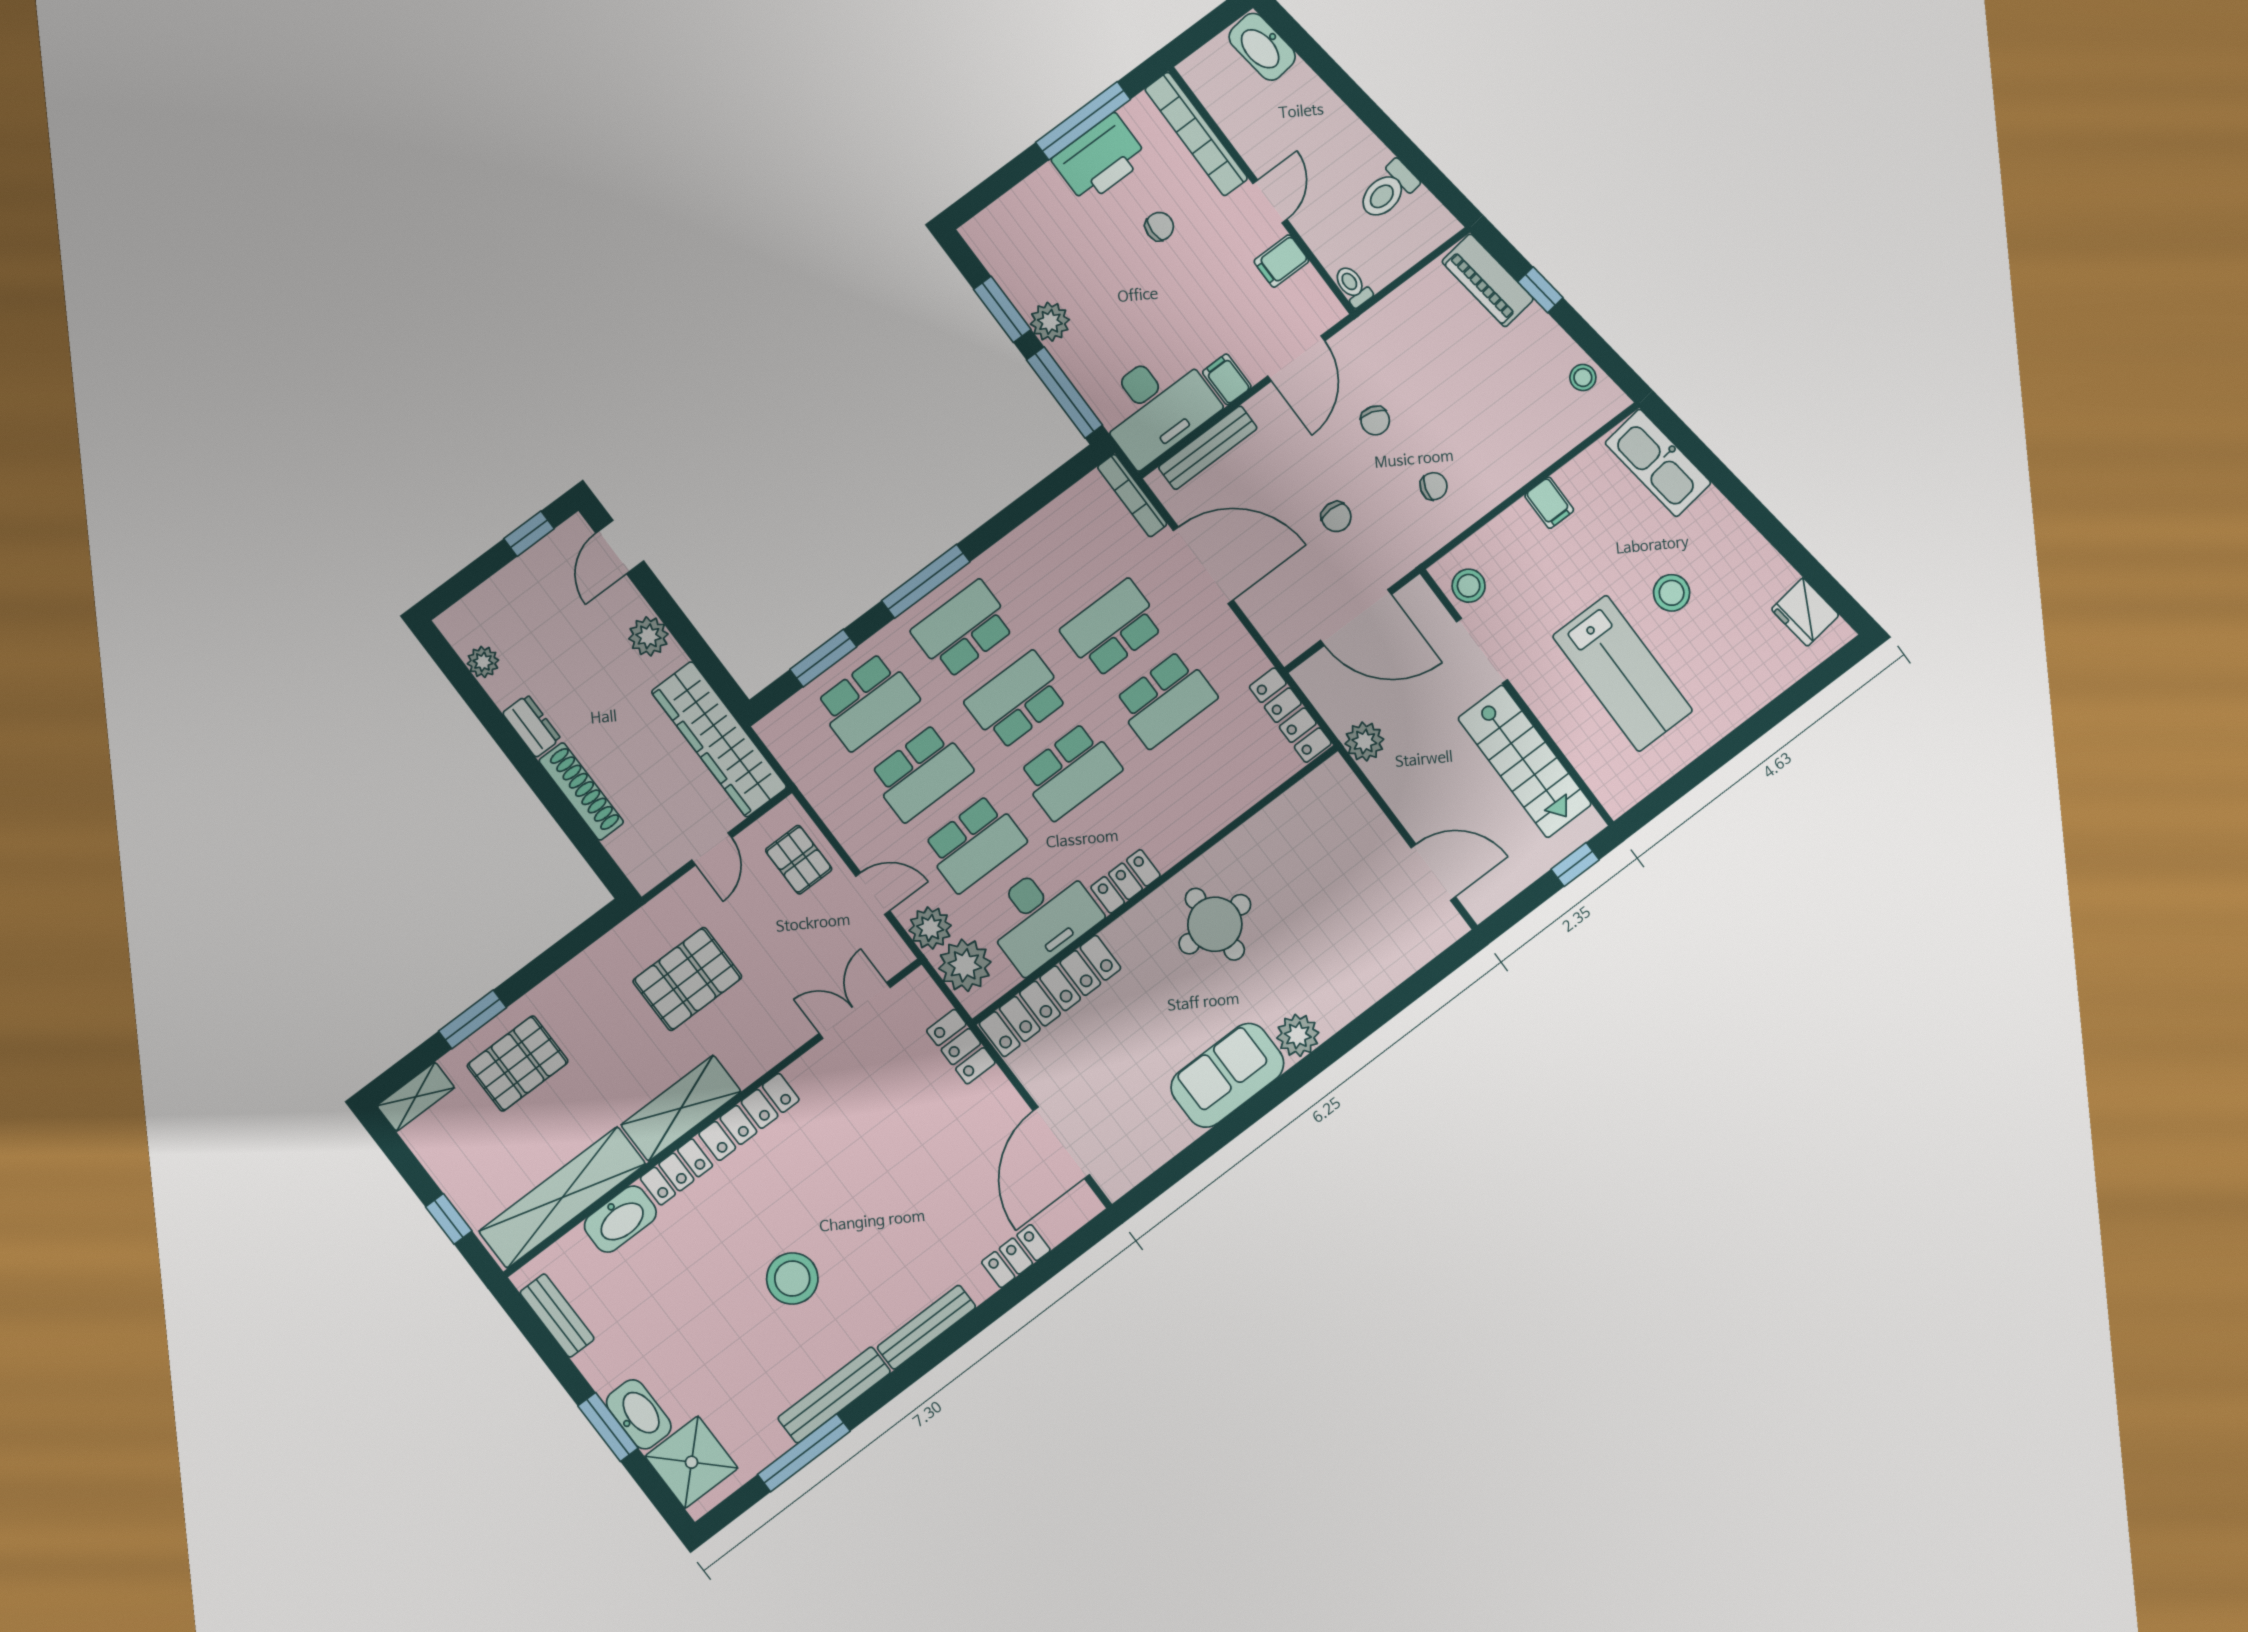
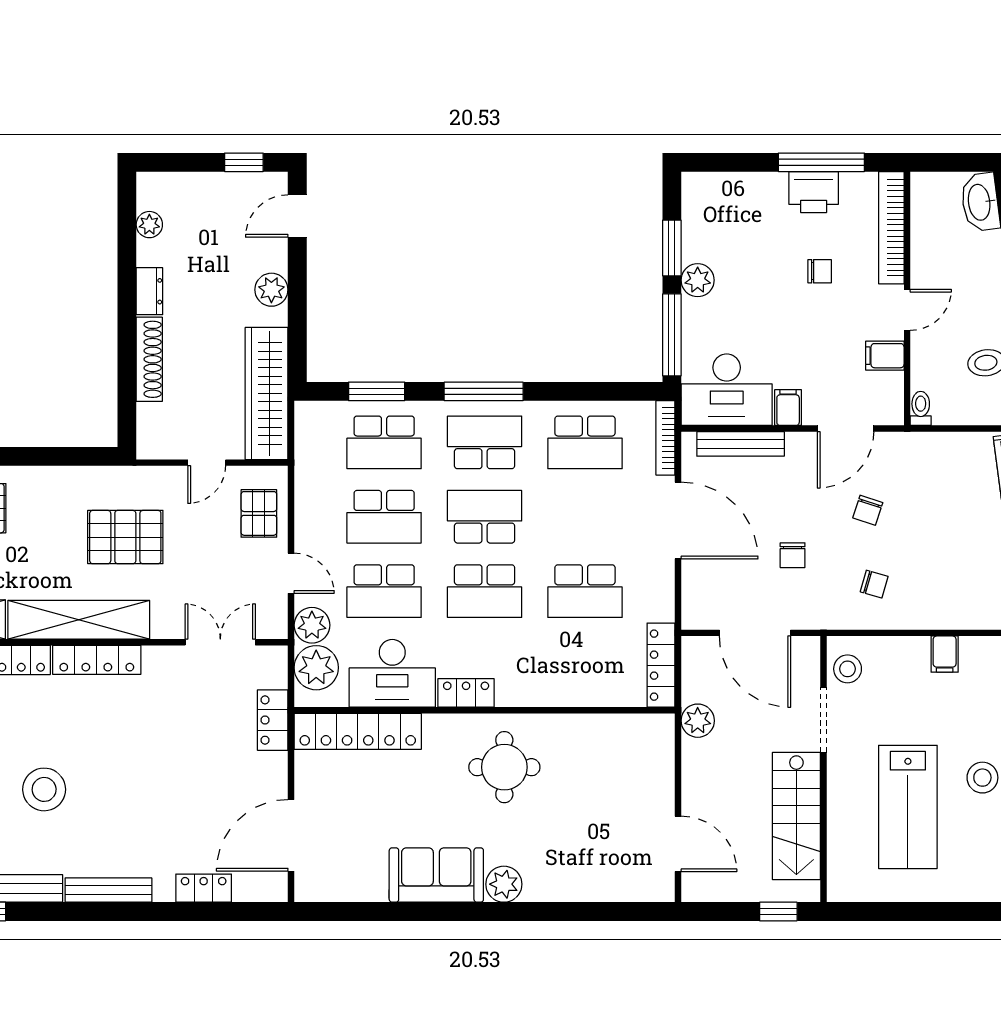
printer: (1100, 159) -> (814, 192), width x0.73, depth x0.84
school desk: (1112, 628) -> (585, 442), moved, turned 180
shelving: (681, 1108) -> (79, 620), width x1.47

